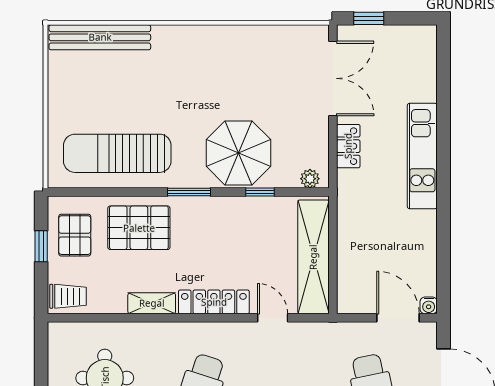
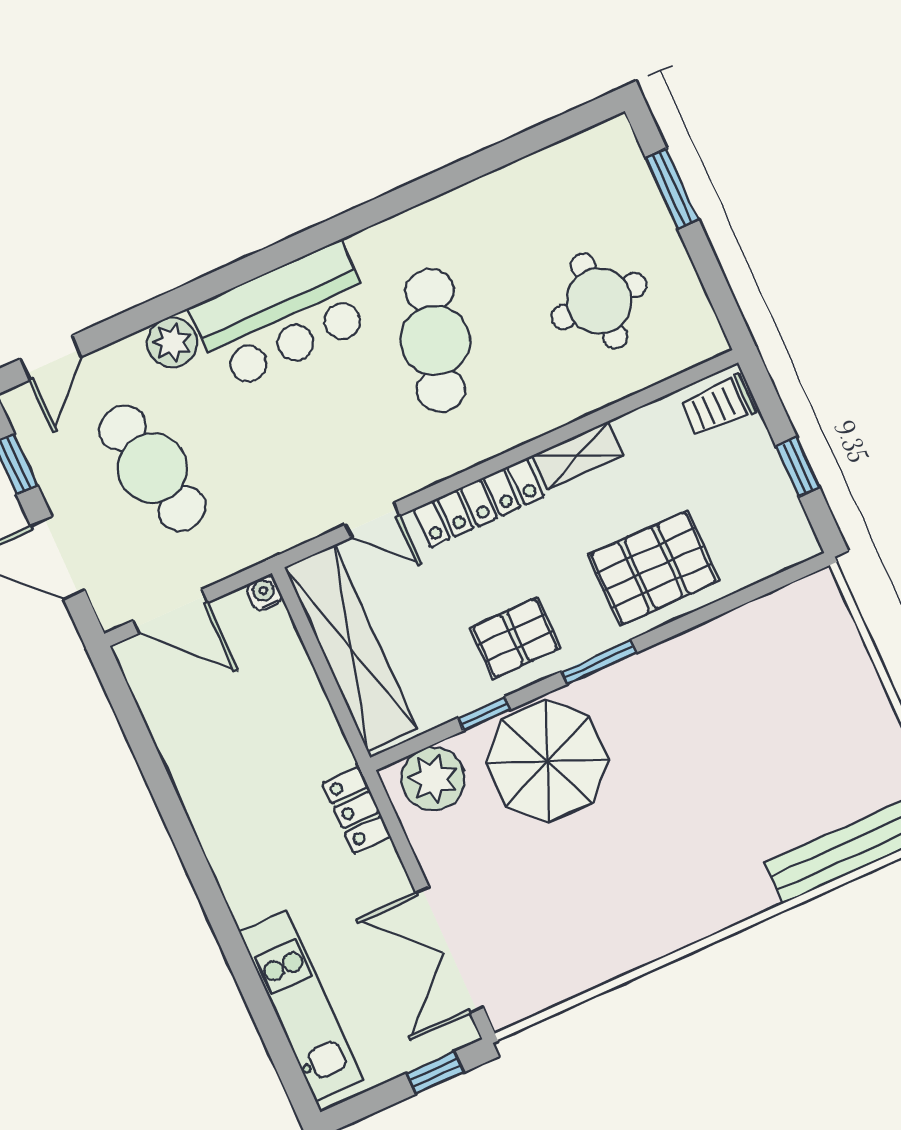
locker: (348, 146) -> (356, 810), moved
sun lounger: (117, 153) -> (743, 672), removed
kitchen unit: (422, 156) -> (301, 1006), moved
plant: (310, 179) -> (433, 779), width x1.88, depth x1.88
pallet: (75, 235) -> (515, 638), moved, turned 90
water cooler: (429, 305) -> (264, 593), moved

